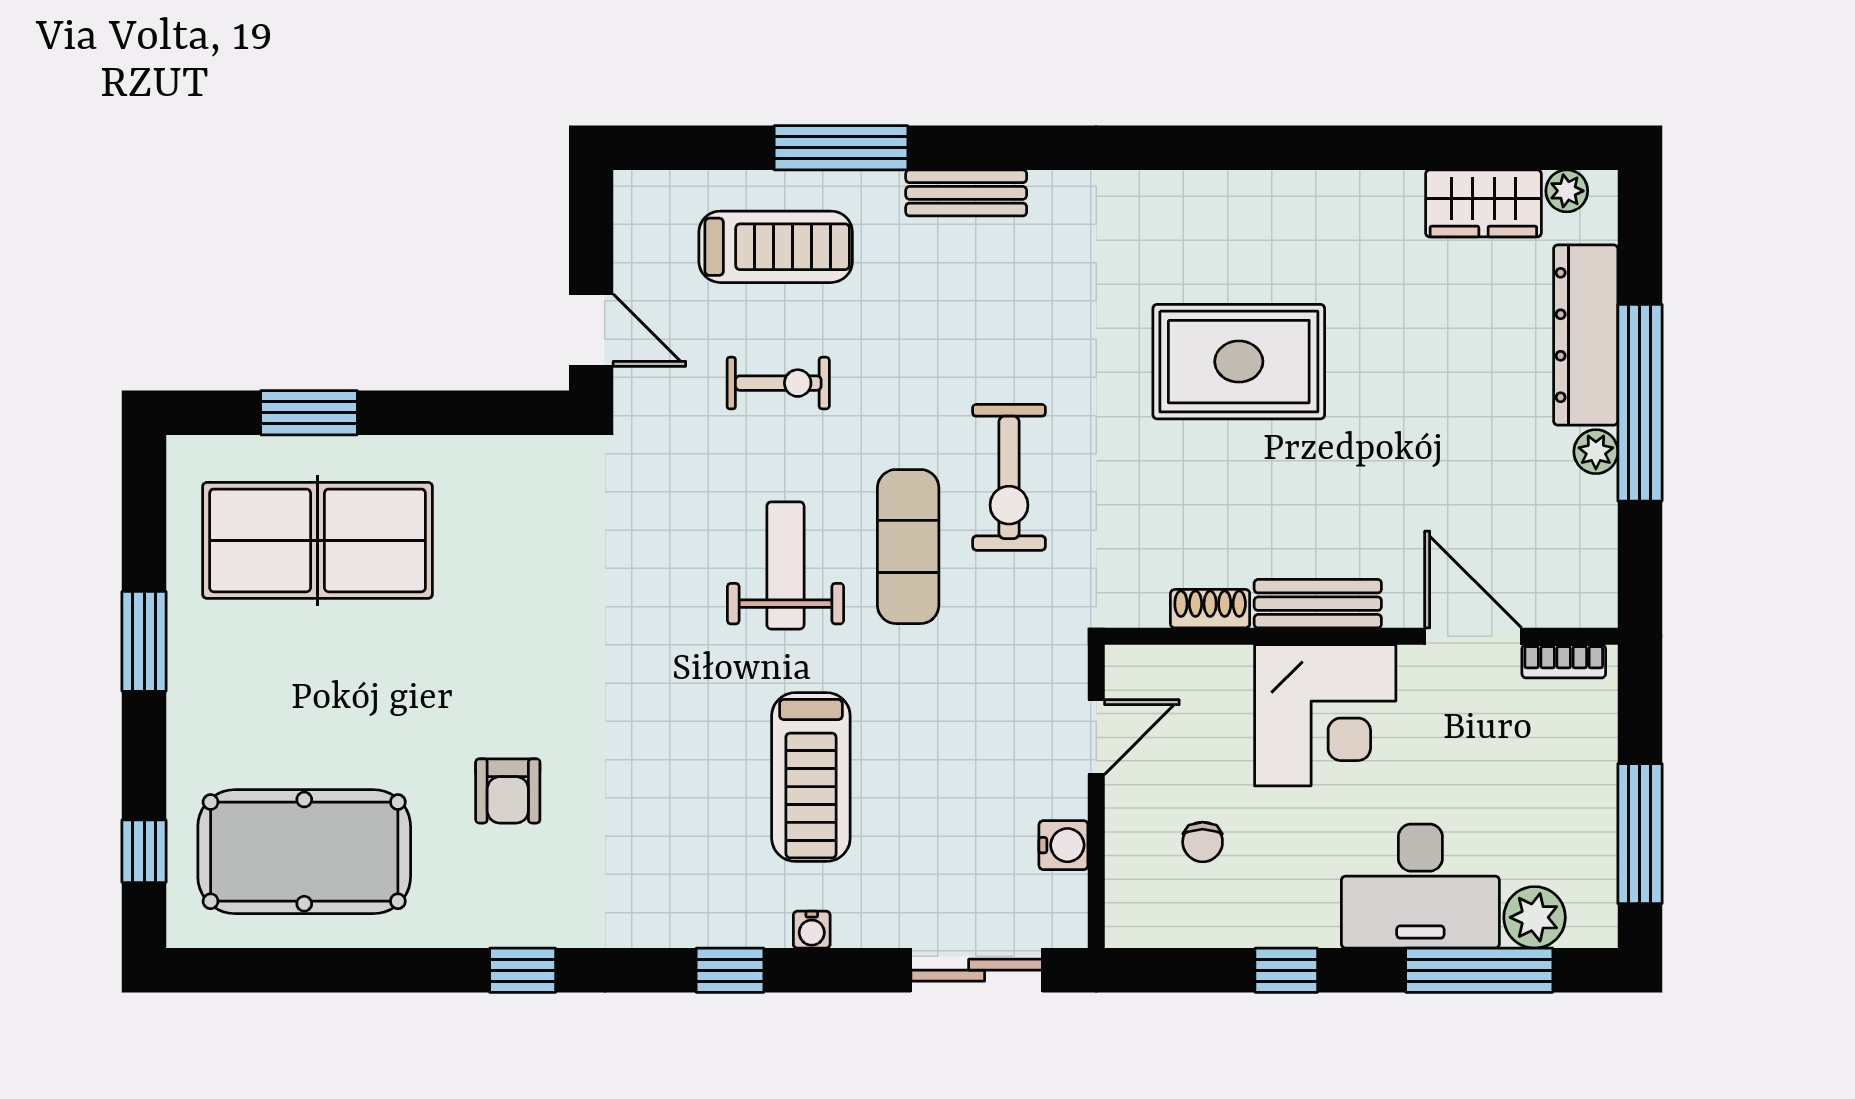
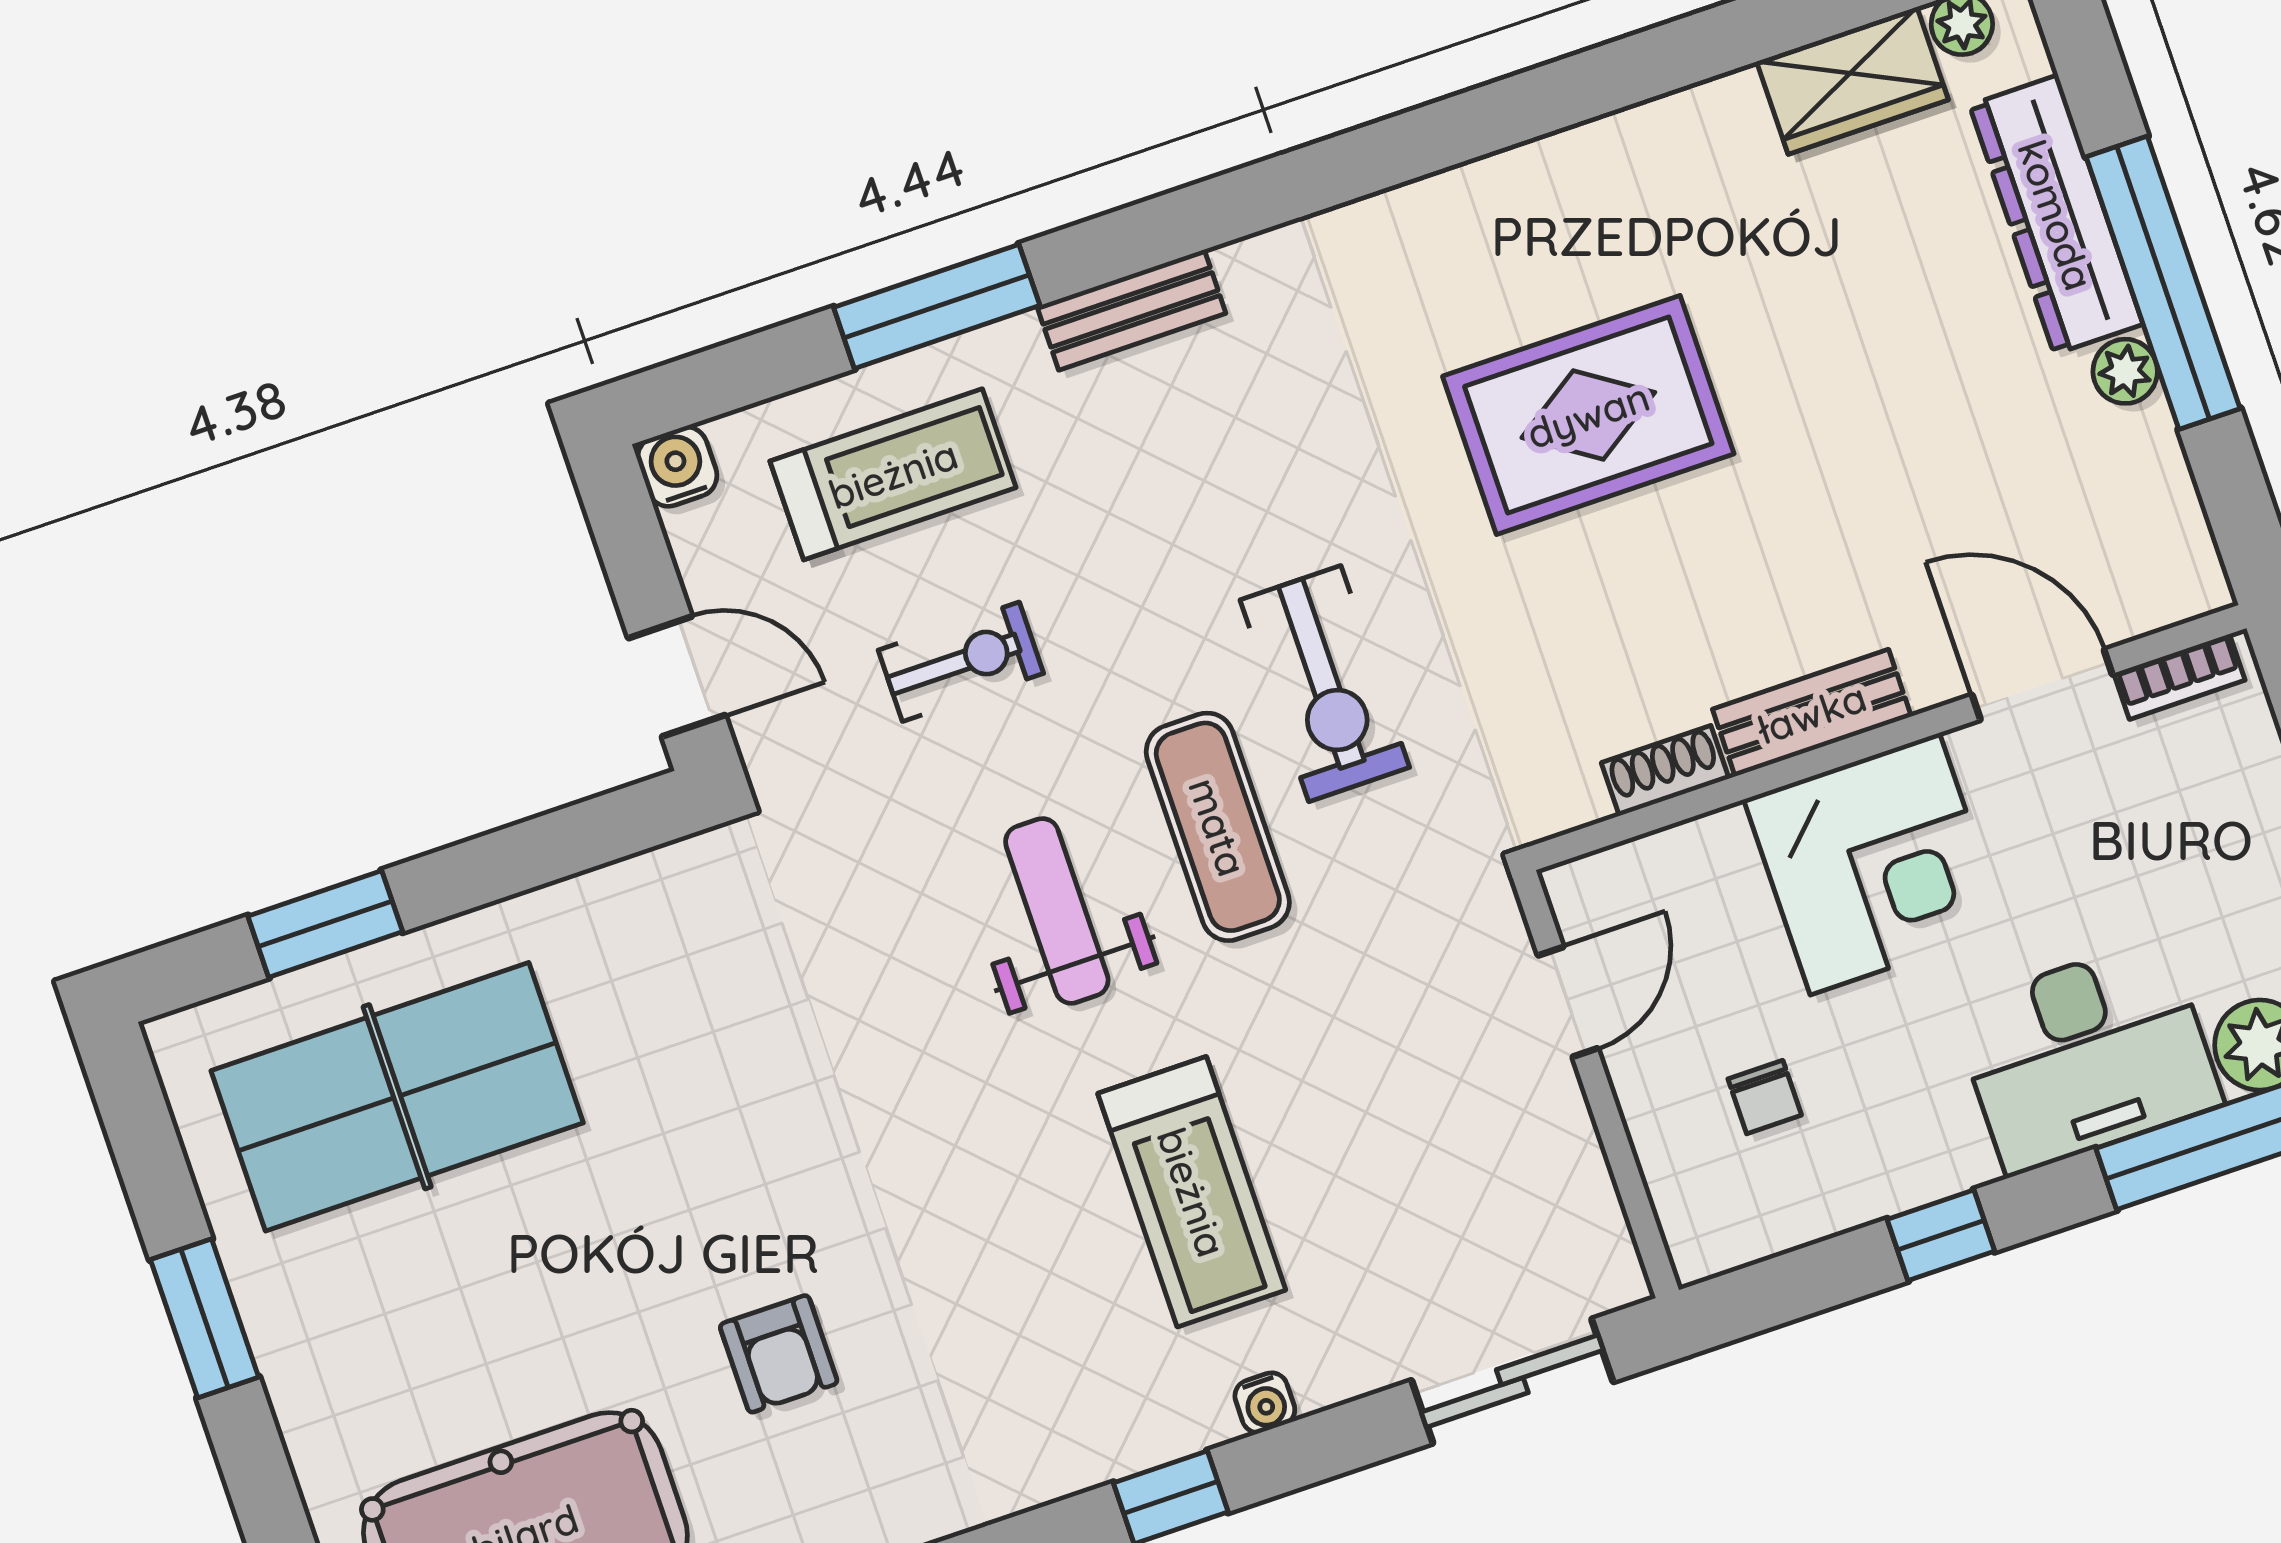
water cooler: (1063, 845) -> (677, 467), moved, turned -90

